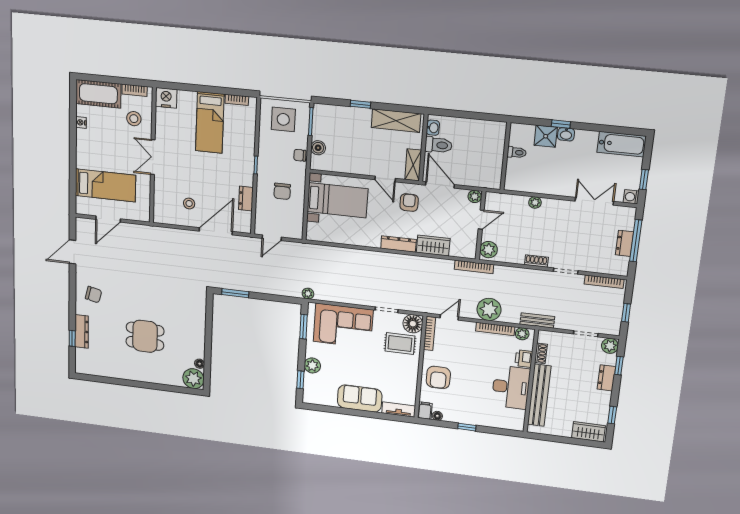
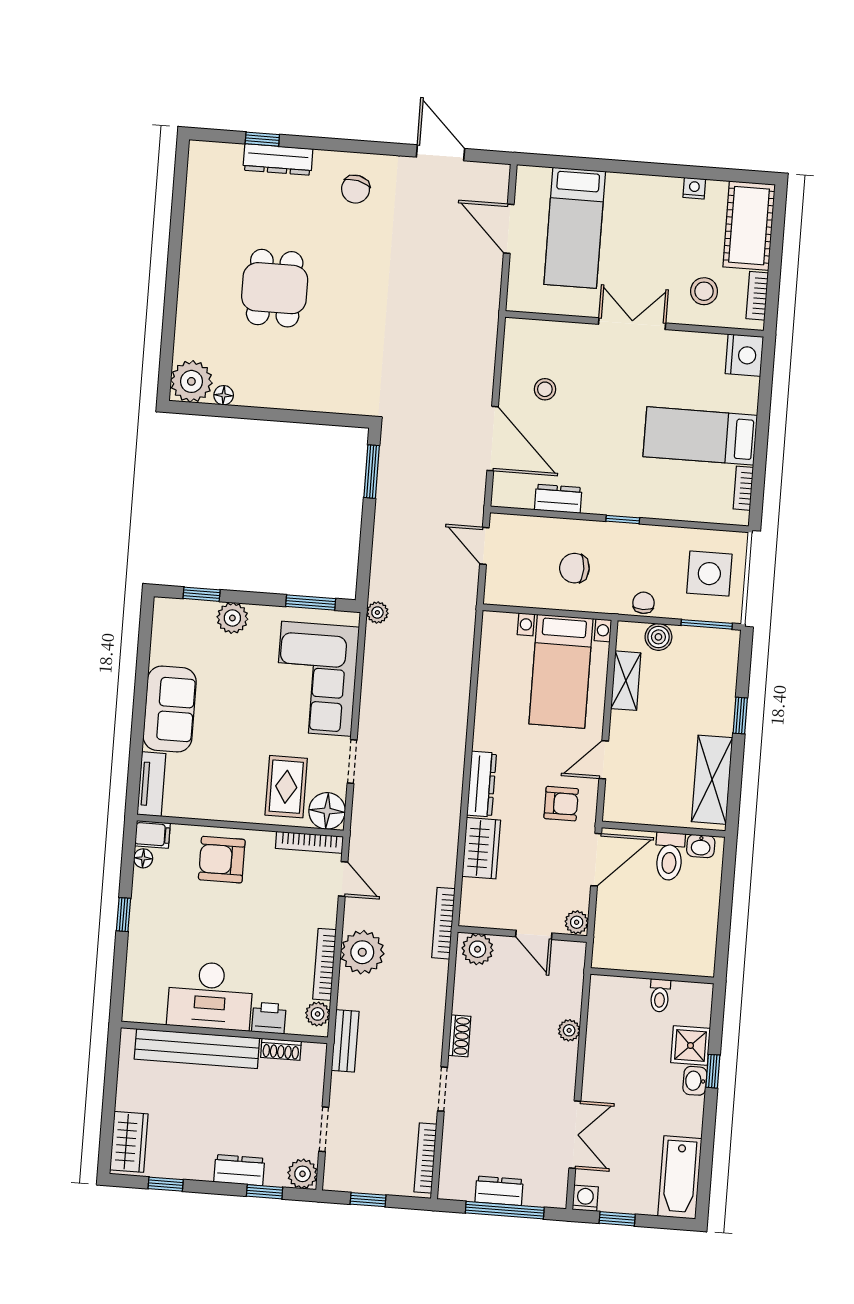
shelving: (413, 165) -> (626, 681), moved, turned 90

